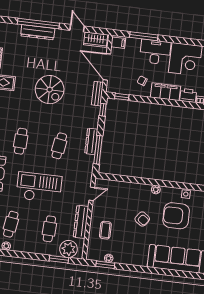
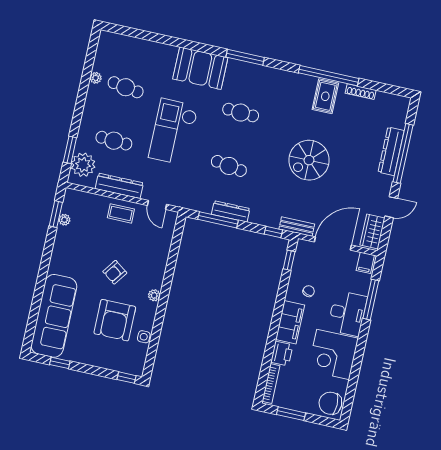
checkout: (39, 187) -> (173, 132), turned 180
armchair: (176, 216) -> (115, 320), turned 180
coffee table: (105, 230) -> (121, 213), moved

